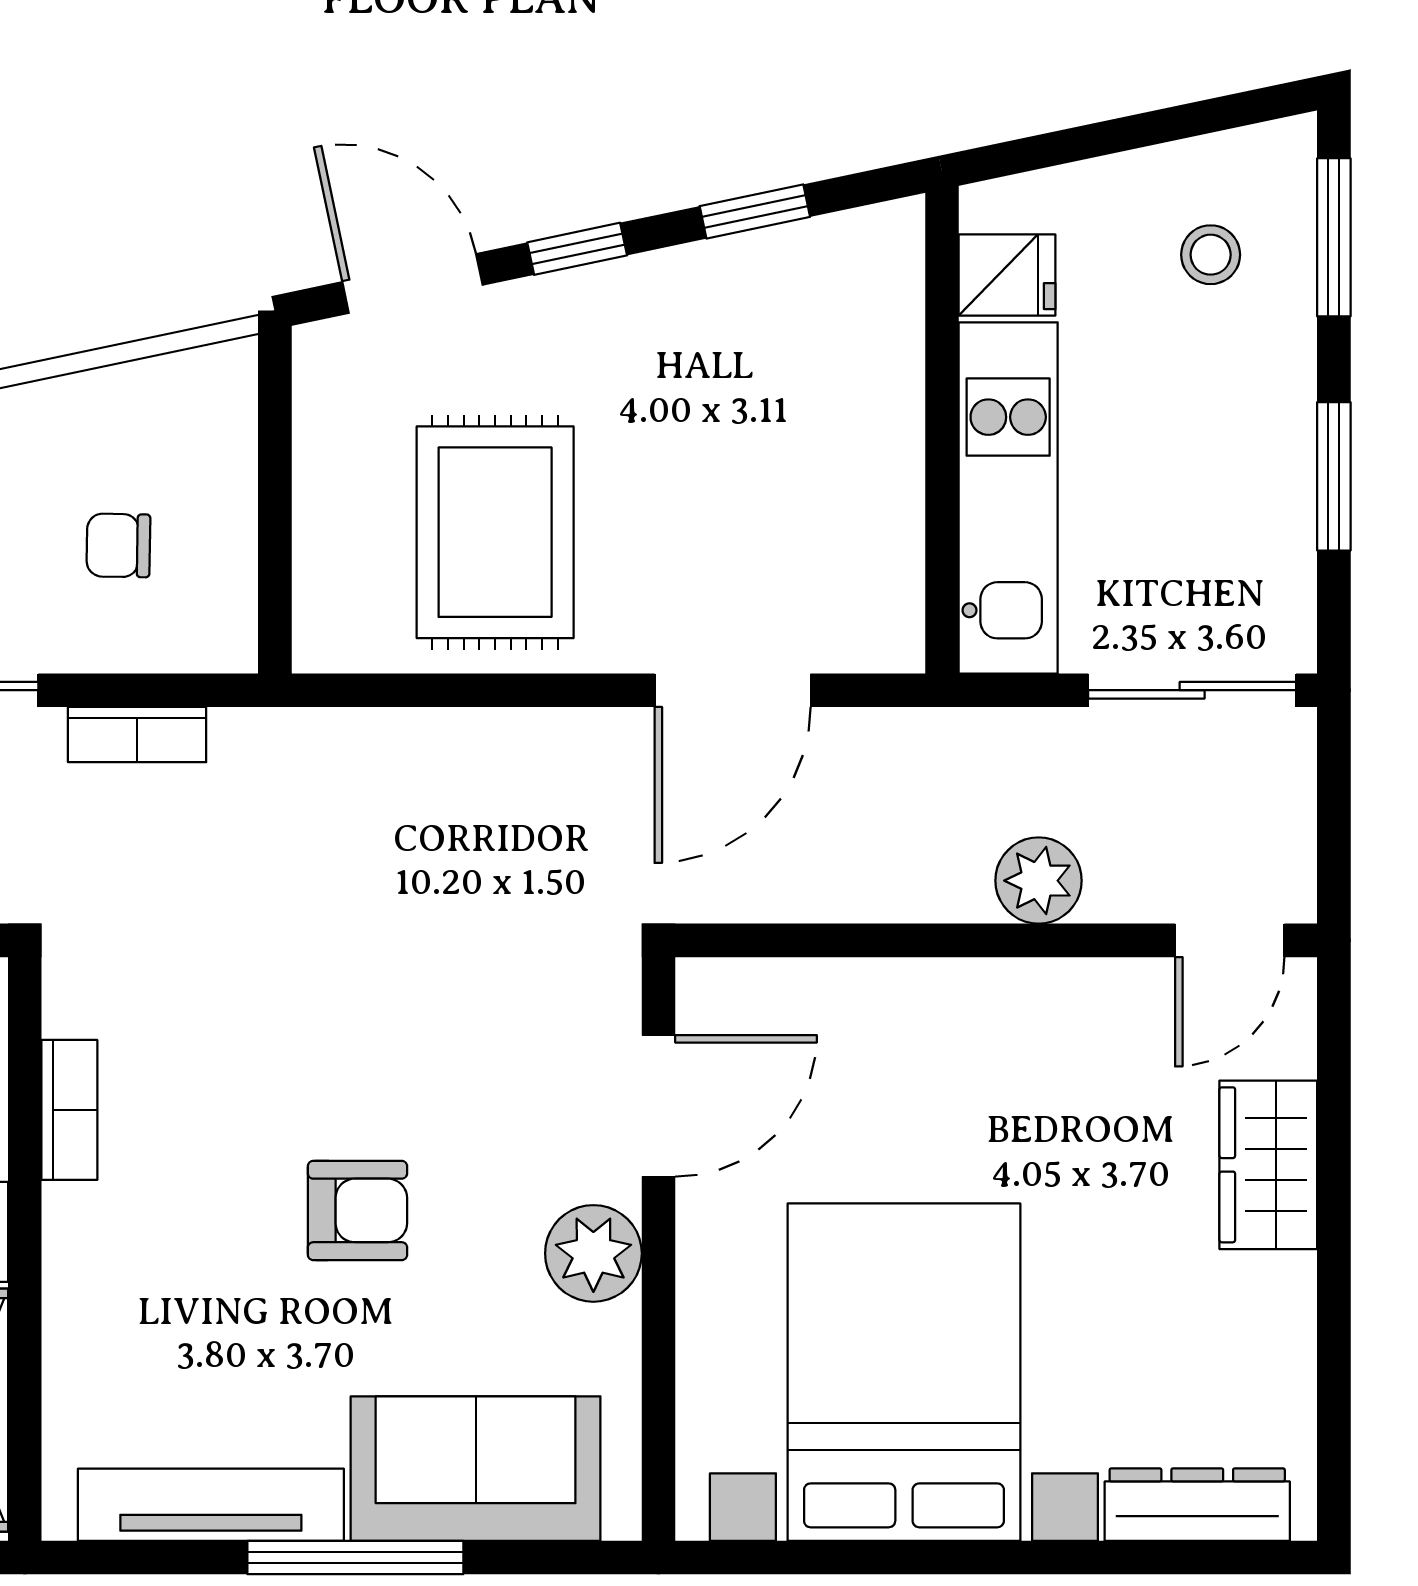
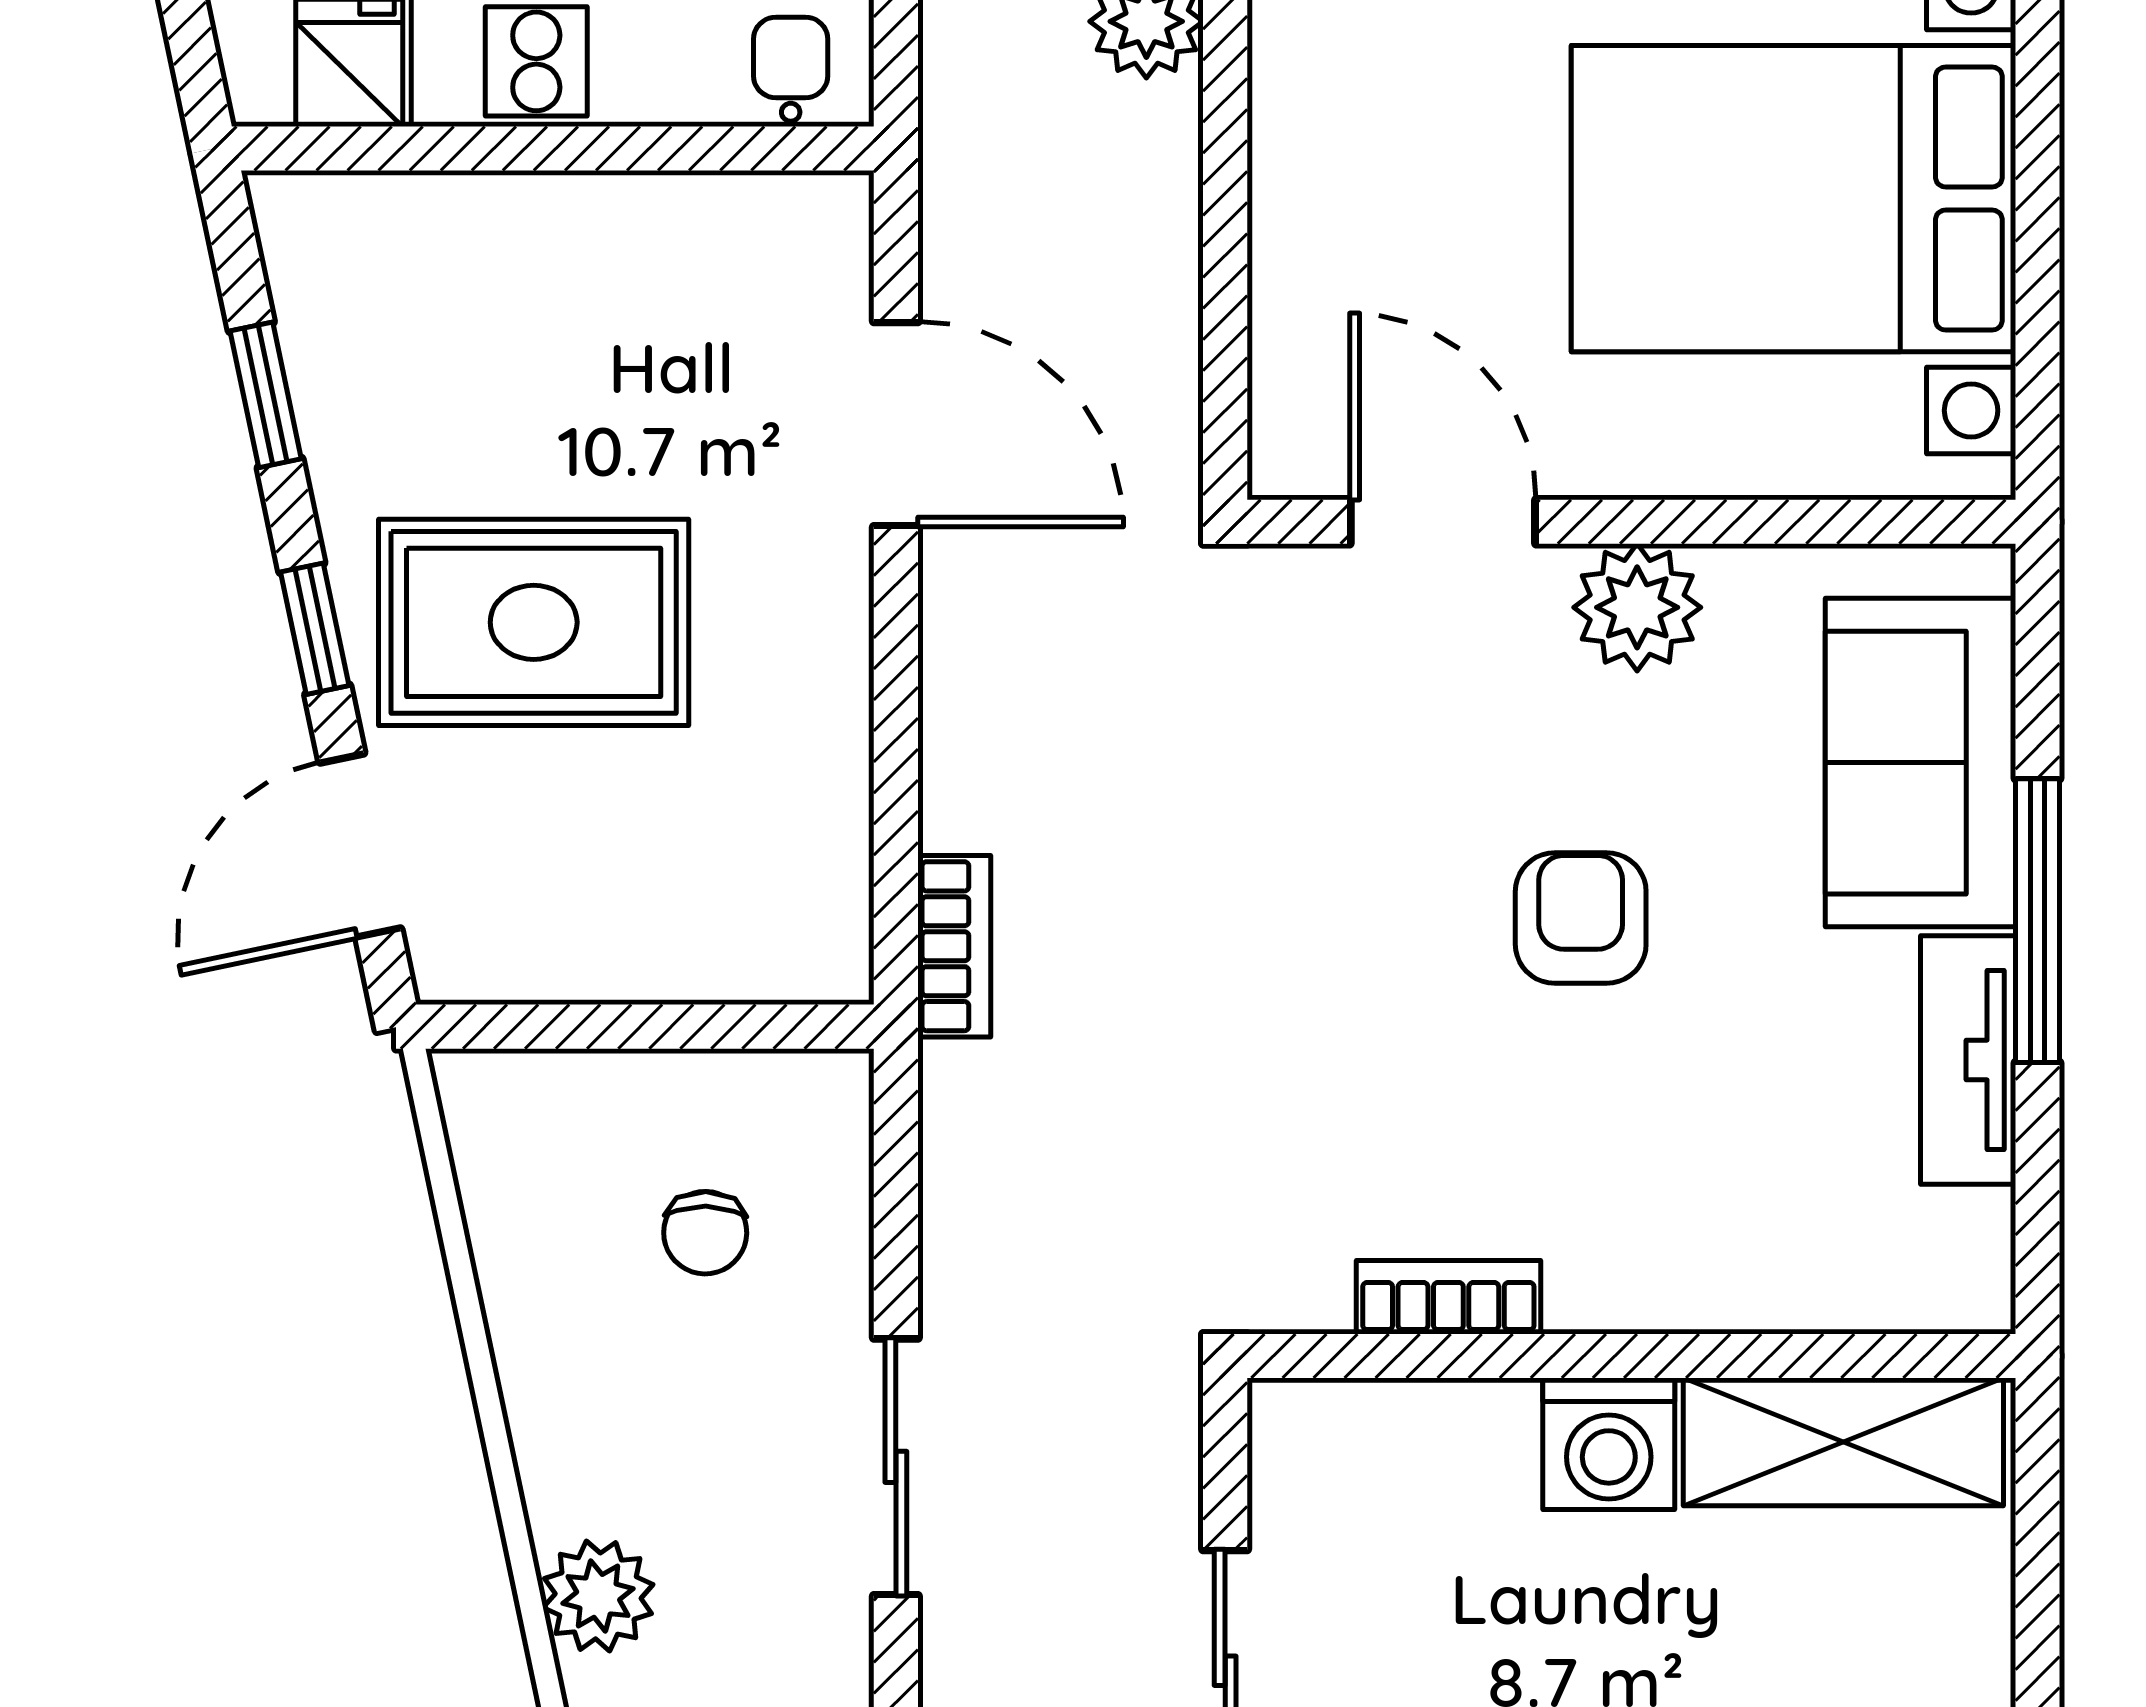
rug: (495, 532) -> (534, 622), moved
bookcase: (137, 735) -> (954, 946), moved
tv unit: (211, 1505) -> (1968, 1060), width x0.71

